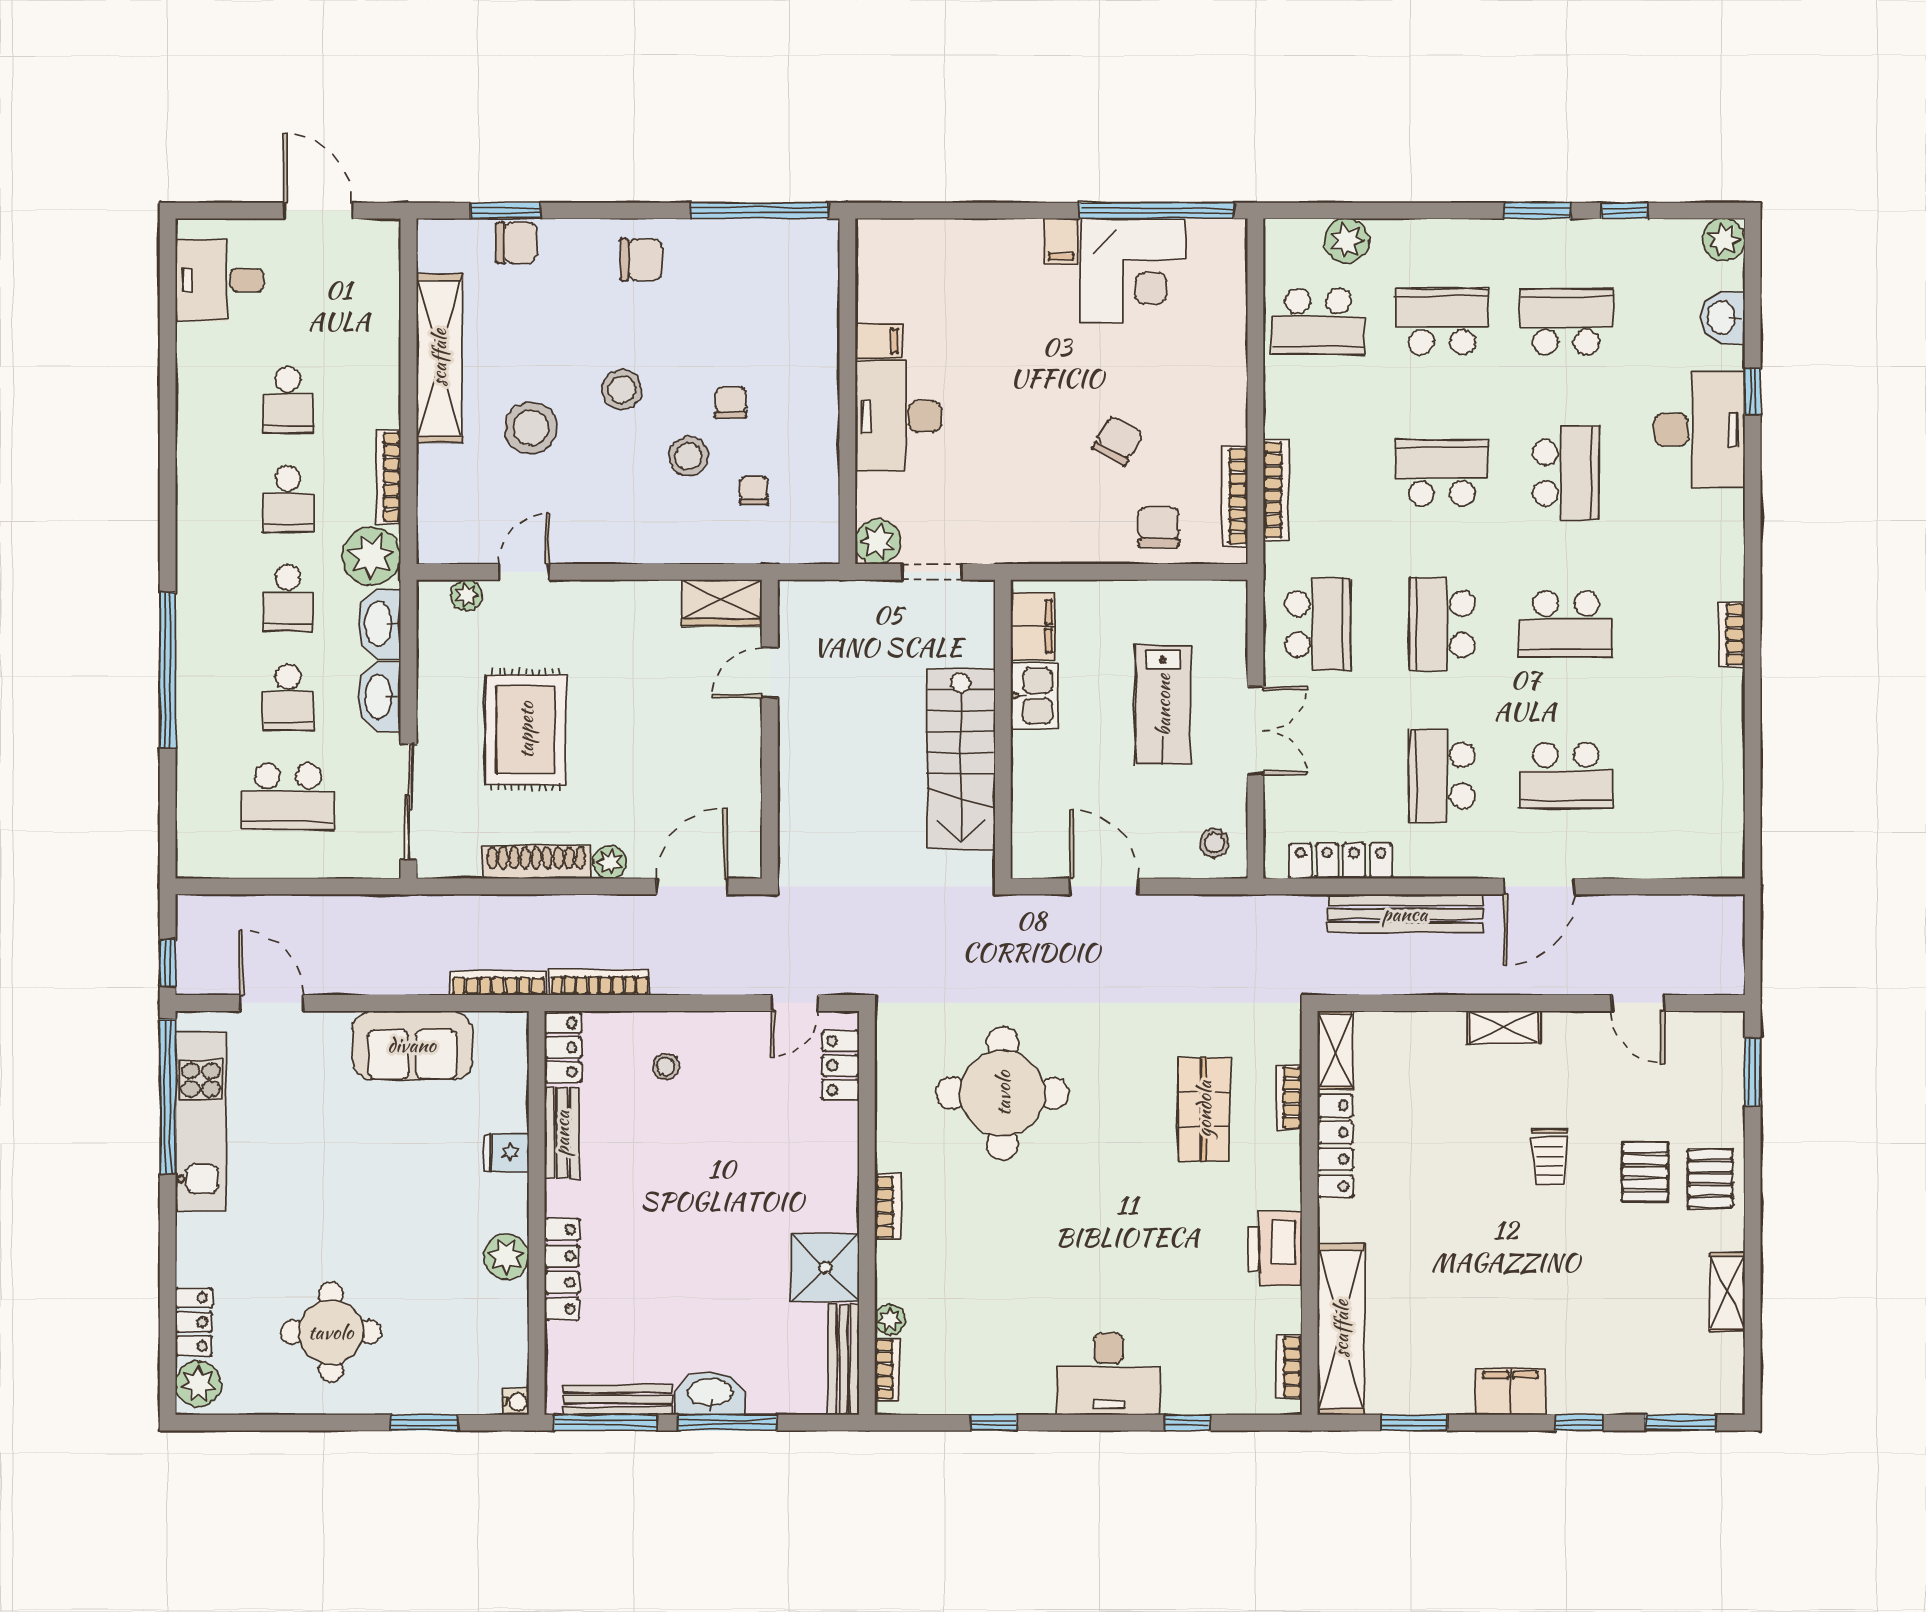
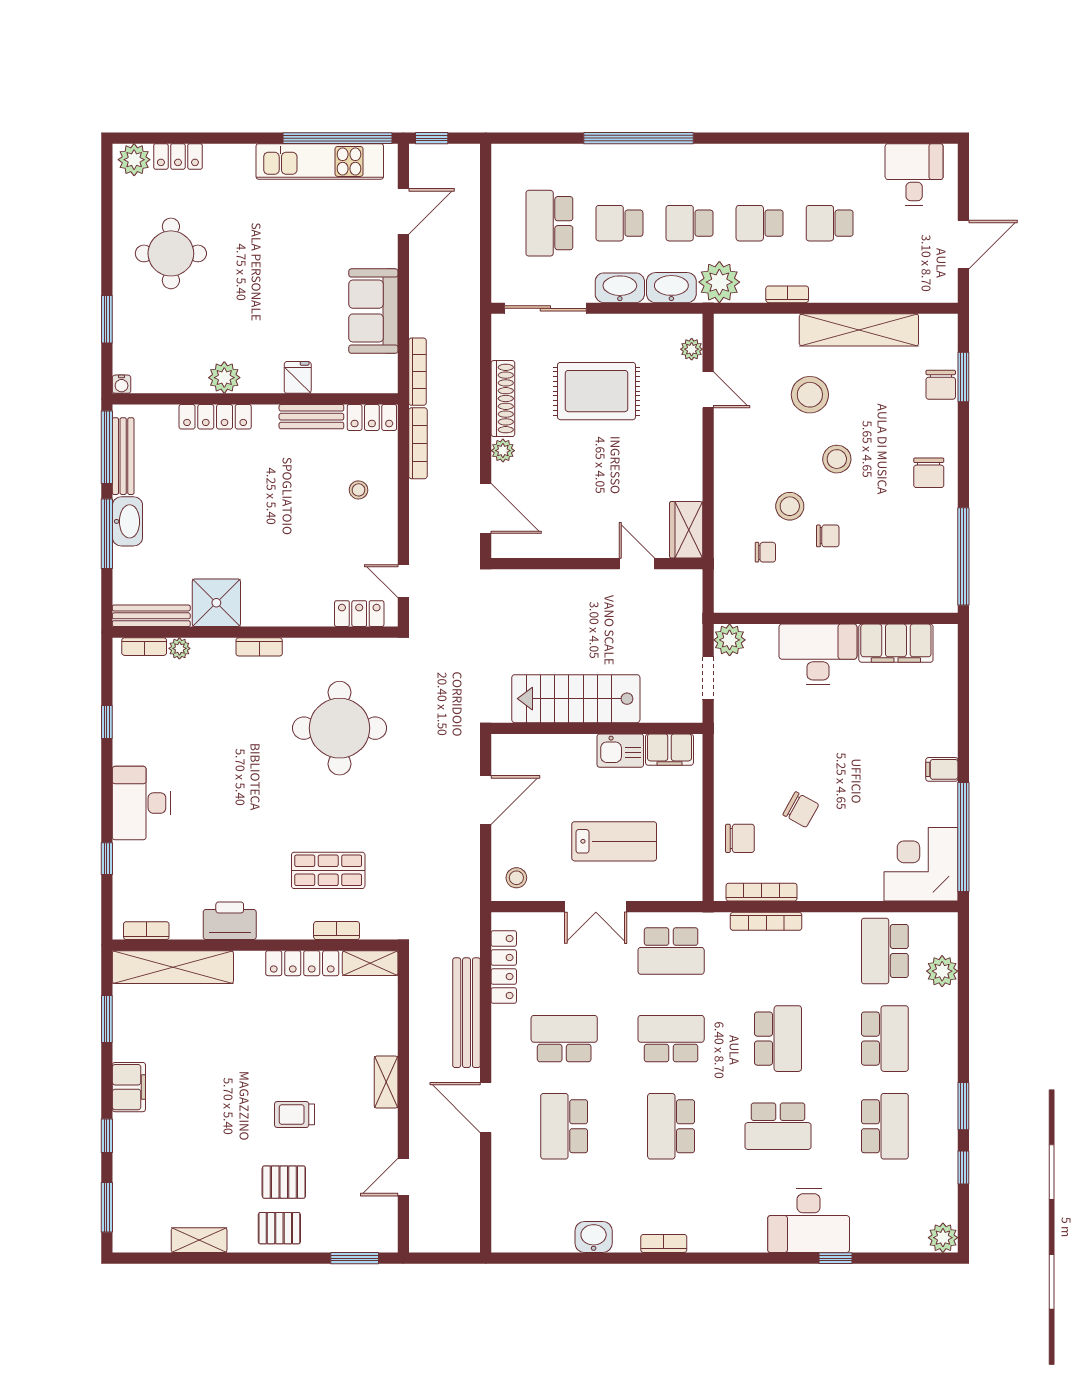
corner desk: (1133, 270) -> (921, 864), moved, turned 90
washbasin: (1723, 317) -> (594, 1237), moved
filing cabinet: (878, 341) -> (896, 643), width x3.00, depth x1.17
bookcase: (389, 477) -> (787, 294), width x0.64
lab bench: (1163, 705) -> (614, 841), turned 180

